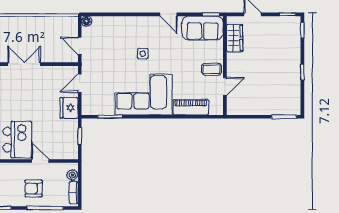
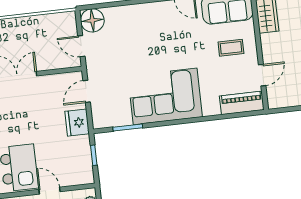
floor lamp: (86, 21) -> (92, 20), width x1.89, depth x1.89
side table: (143, 54) -> (158, 47), removed
coffee table: (212, 69) -> (231, 48), moved
piano: (191, 107) -> (242, 103), moved

